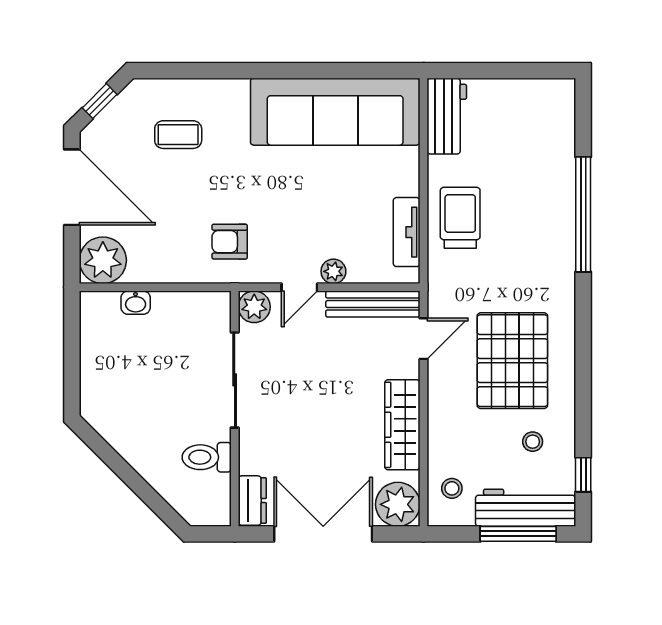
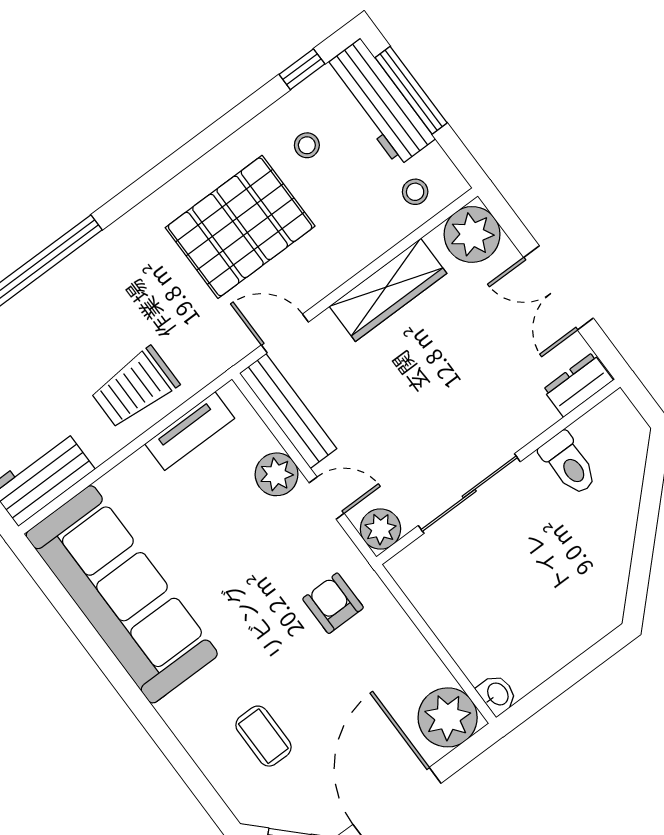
armchair: (230, 242) -> (333, 603), turned 180
plant: (333, 271) -> (277, 474), width x1.38, depth x1.38
washbasin: (136, 303) -> (497, 694), moved
double door: (323, 534) -> (558, 288), width x0.73

